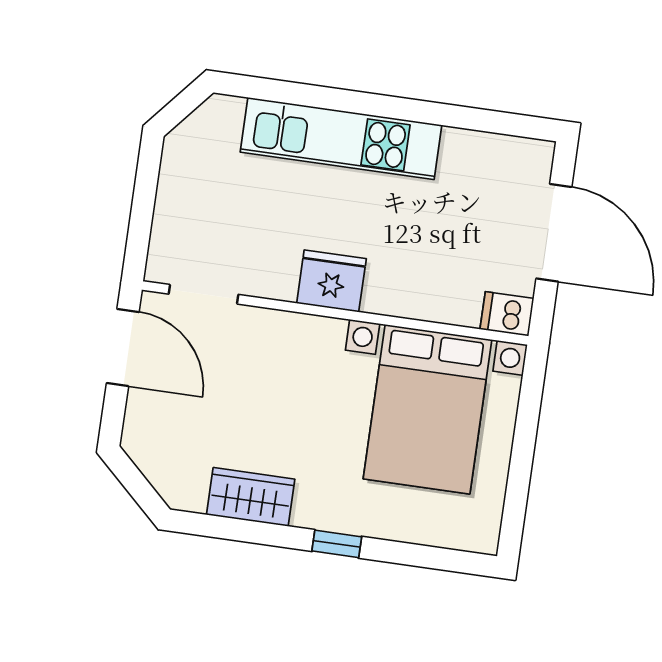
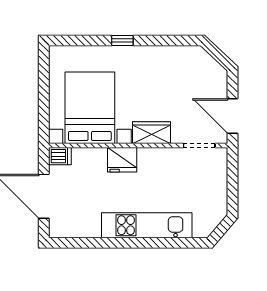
fridge: (331, 281) -> (122, 160), moved
wardrobe: (251, 497) -> (152, 133), moved, turned 180

